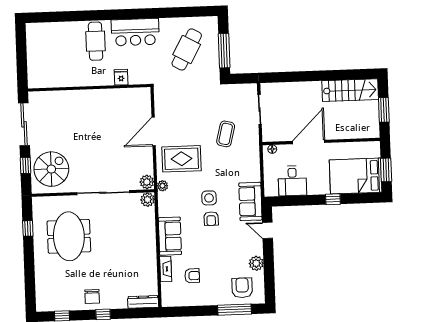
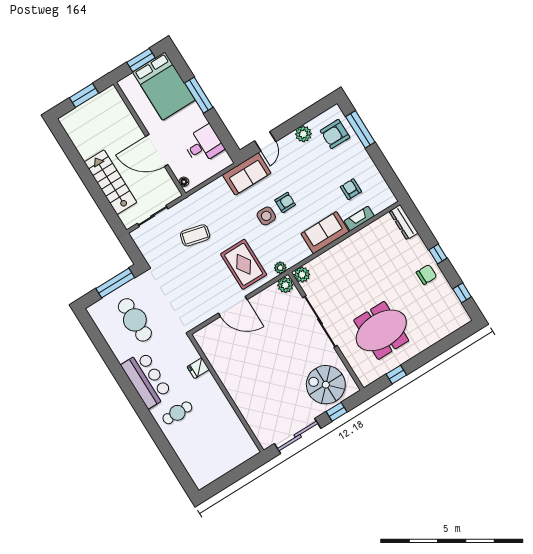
cafe table: (96, 41) -> (177, 413), width x0.73, depth x0.74
cafe table: (187, 49) -> (135, 320), turned 61
stairs: (350, 90) -> (110, 182), moved
window: (333, 199) -> (199, 95), width x2.17

